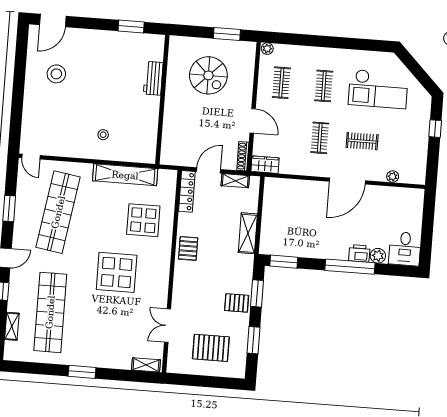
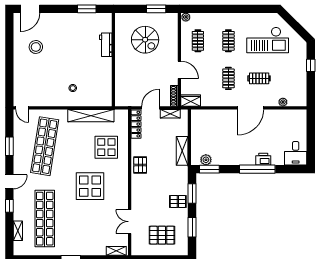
plant: (378, 256) -> (206, 160), moved

